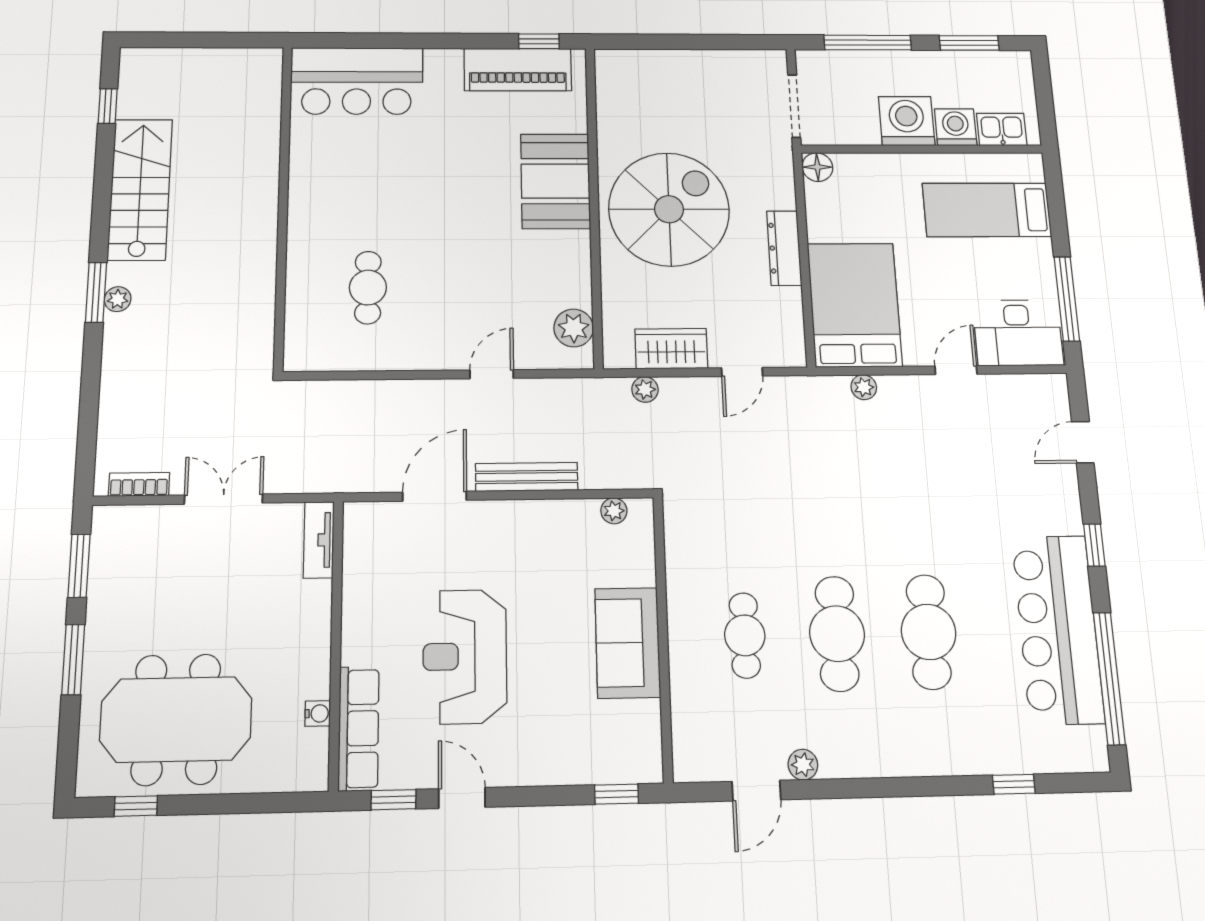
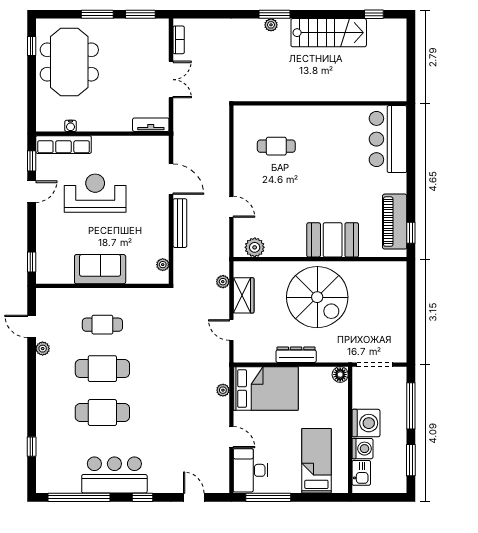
bar counter: (1058, 629) -> (114, 475), width x0.73

